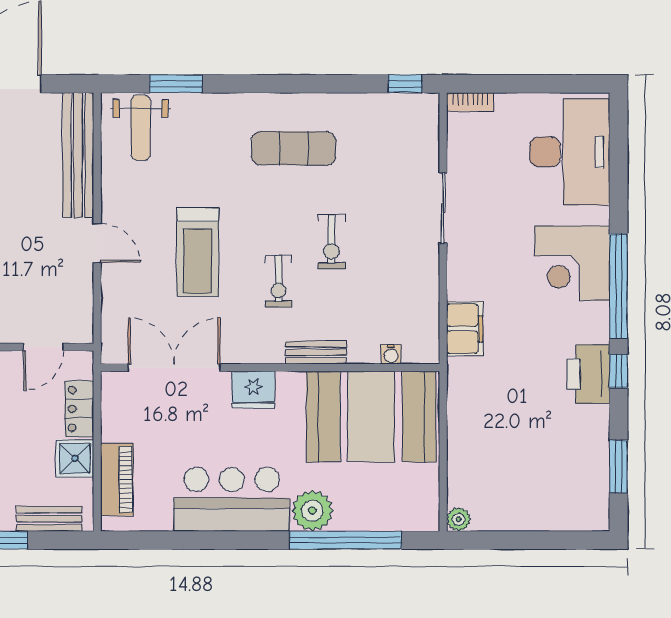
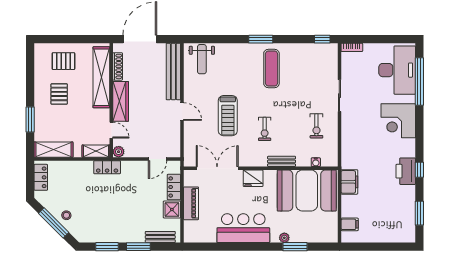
window: (176, 84) -> (261, 39), moved
exercise mat: (294, 148) -> (271, 68), turned 90
exercise bike: (332, 242) -> (316, 126), moved
window: (619, 286) -> (419, 81), moved
filing cabinet: (465, 329) -> (349, 182), moved
piano: (117, 479) -> (191, 203), moved
filing cabinet: (465, 491) -> (350, 224), added
plant: (312, 511) -> (284, 238), width x0.53, depth x0.53
plant: (459, 519) -> (347, 237), removed
window: (345, 540) -> (295, 247), width x0.47

